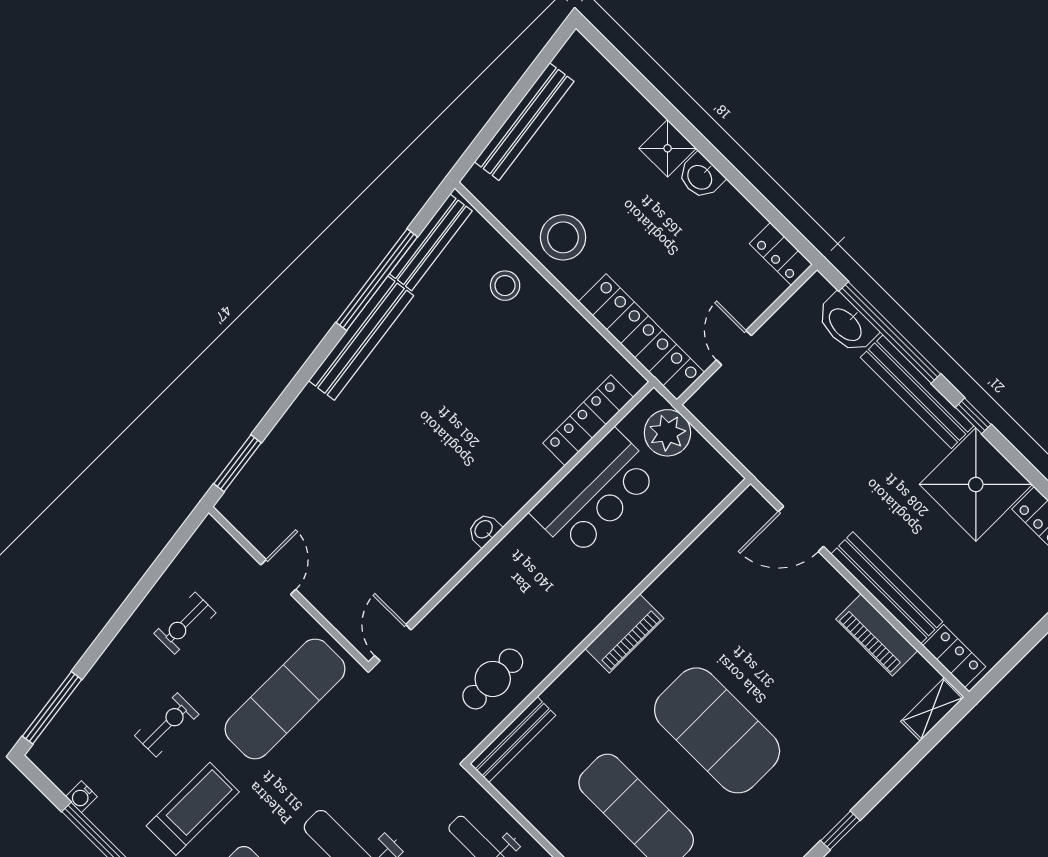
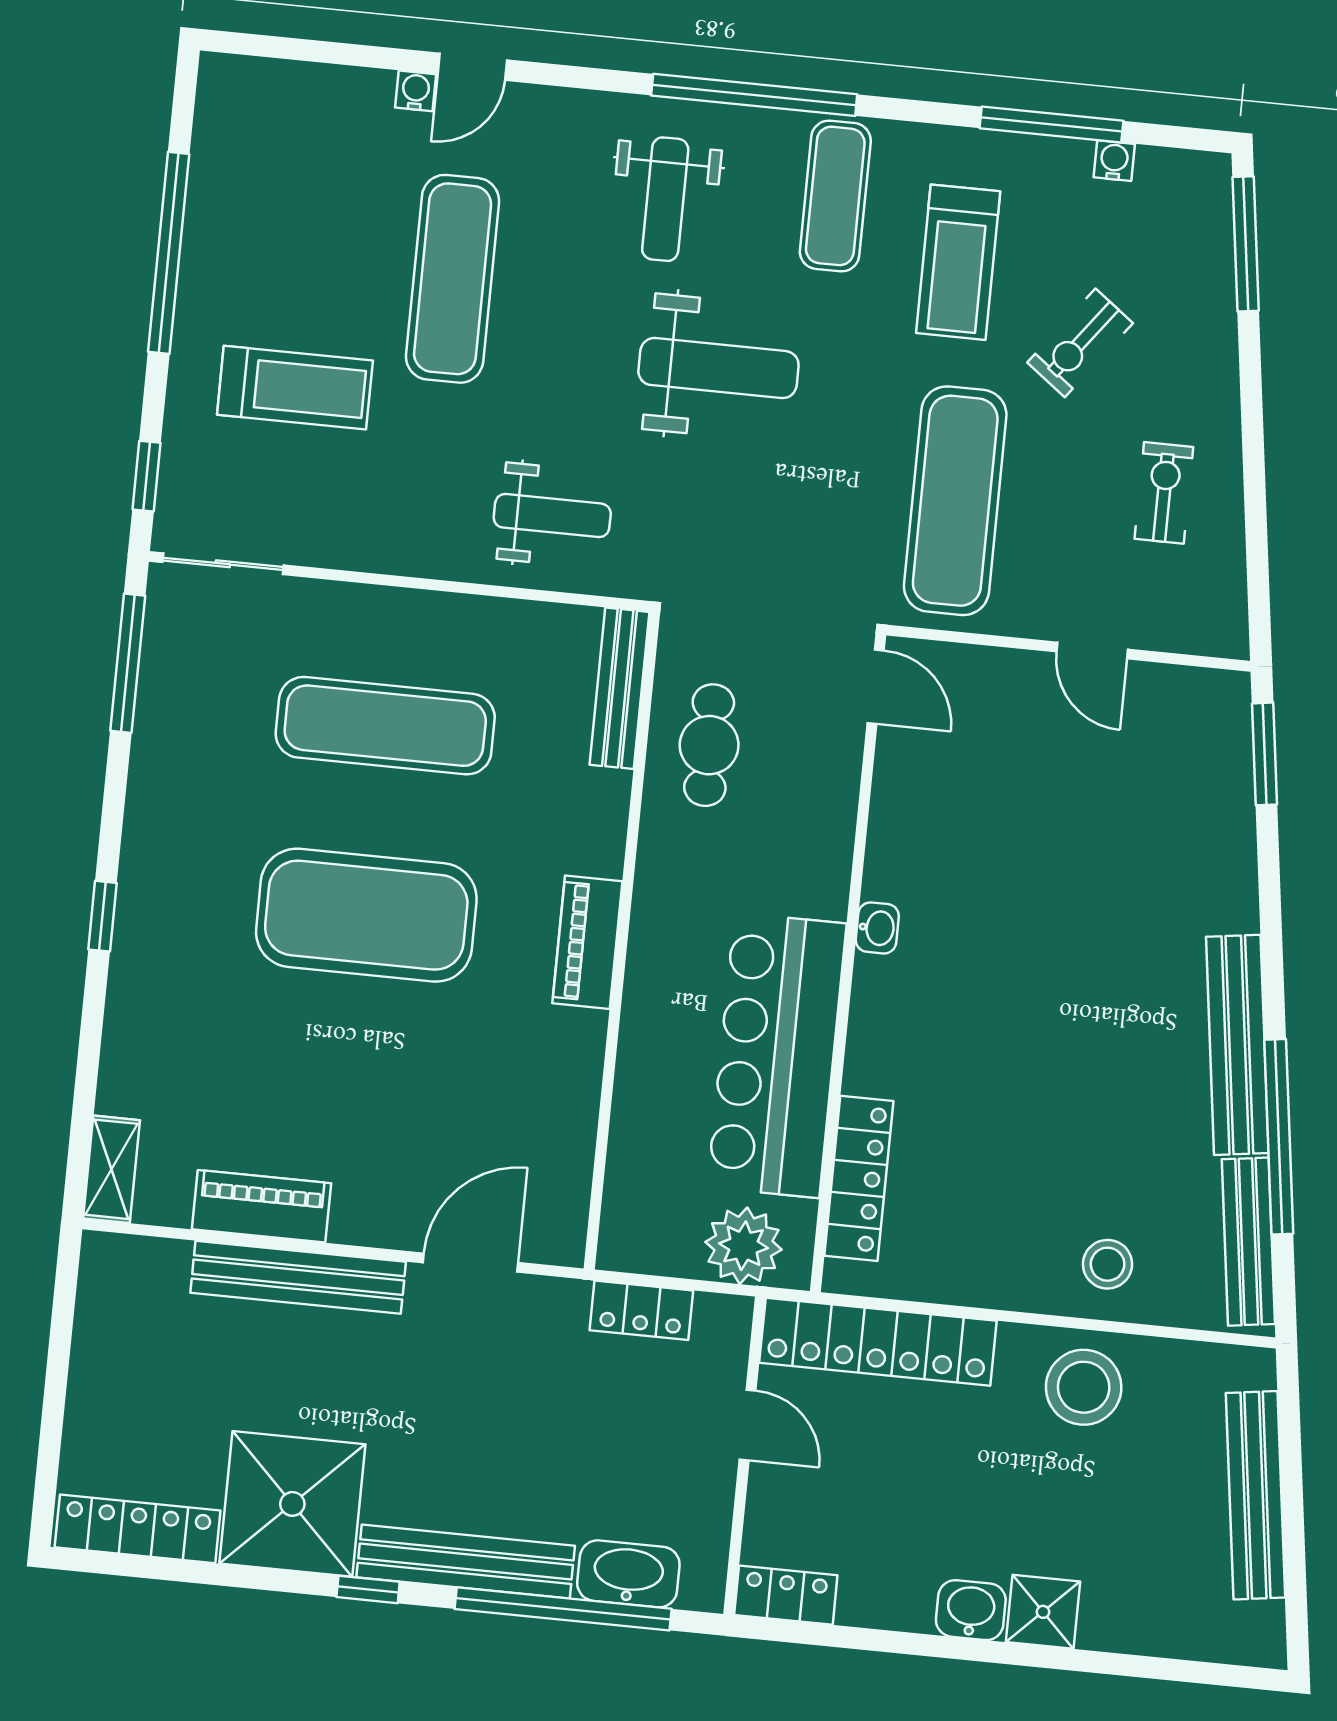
bar counter: (595, 493) -> (777, 1055), width x1.36
locker: (954, 656) -> (641, 1310), moved
exercise bike: (167, 725) -> (1080, 343), turned 37

